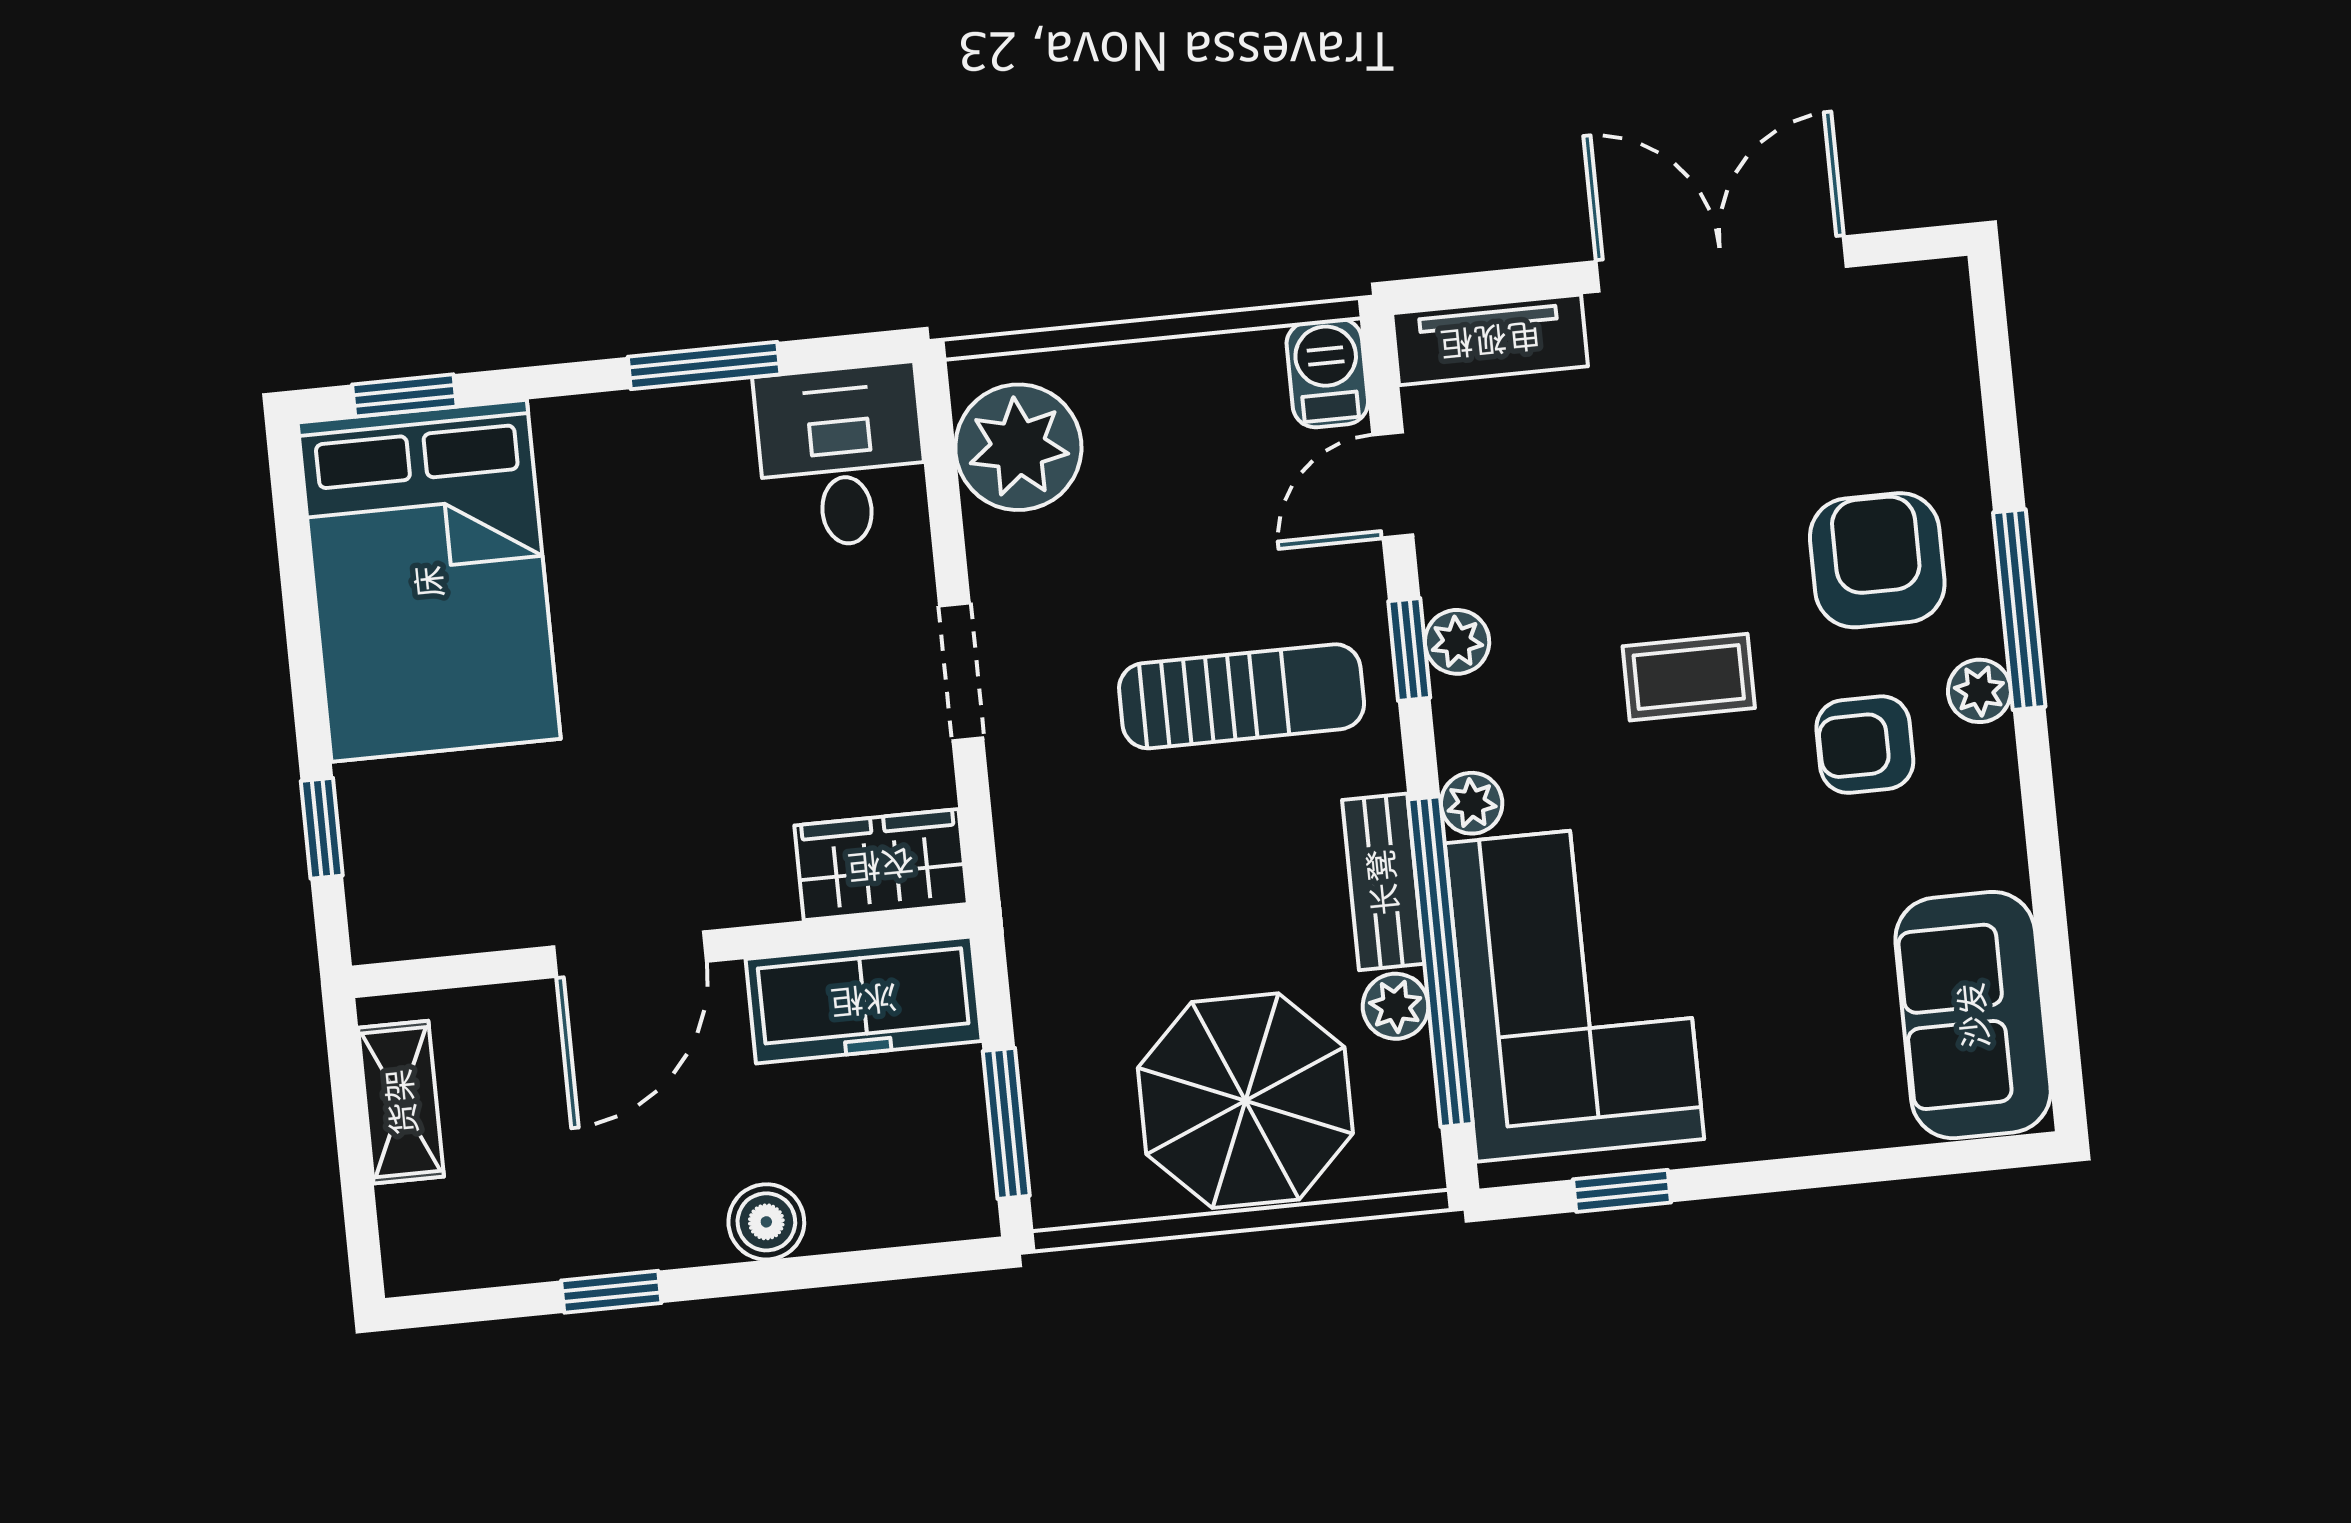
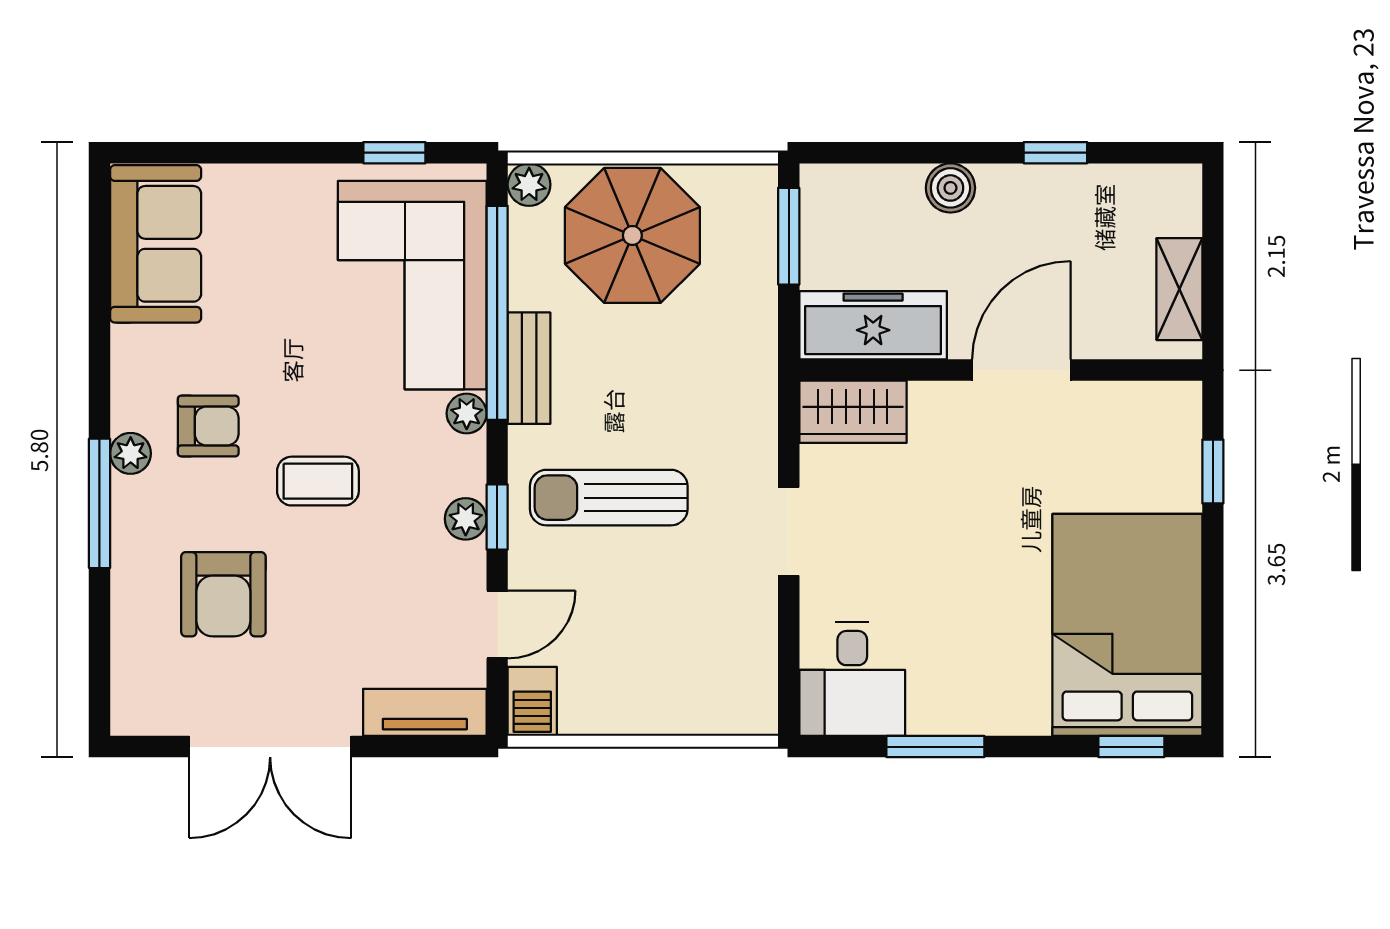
plant: (1018, 447) -> (737, 673), removed
armchair: (1877, 560) -> (223, 594), moved
plant: (1396, 1006) -> (529, 185), moved

